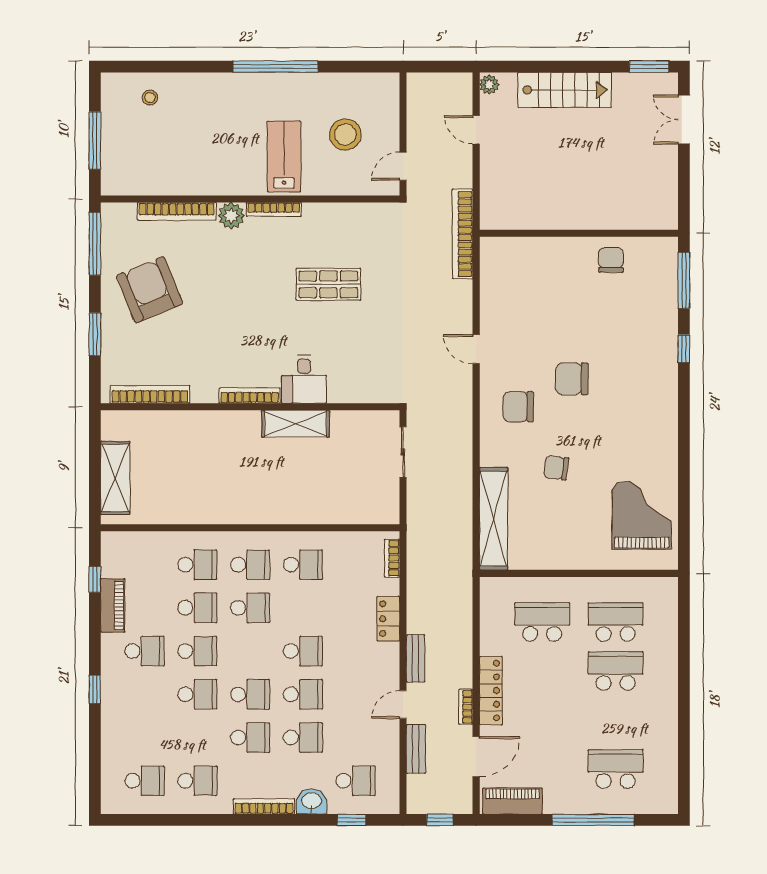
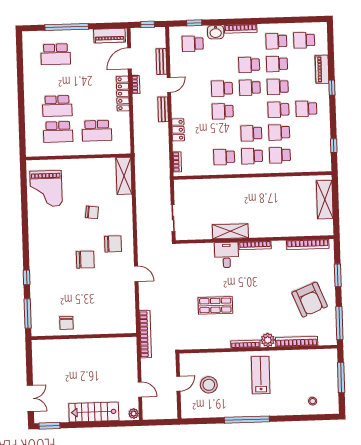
lab bench: (284, 156) -> (261, 375), moved, turned 180
door: (403, 166) -> (178, 384), moved
shelving: (494, 519) -> (124, 176), width x0.68
piano: (113, 605) -> (322, 69), moved
school desk: (303, 738) -> (277, 64), moved

